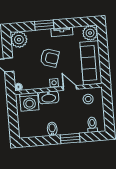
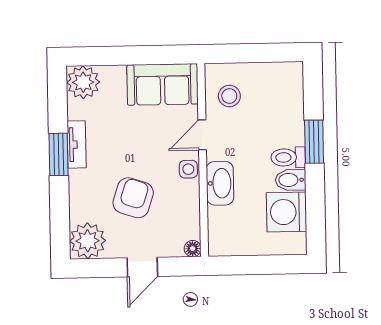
window: (44, 25) -> (59, 154), moved
armchair: (50, 58) -> (133, 198), moved
sofa: (91, 63) -> (162, 84), width x0.73
washing machine: (29, 102) -> (286, 212), moved, turned 180
toilet: (92, 125) -> (288, 157), moved

